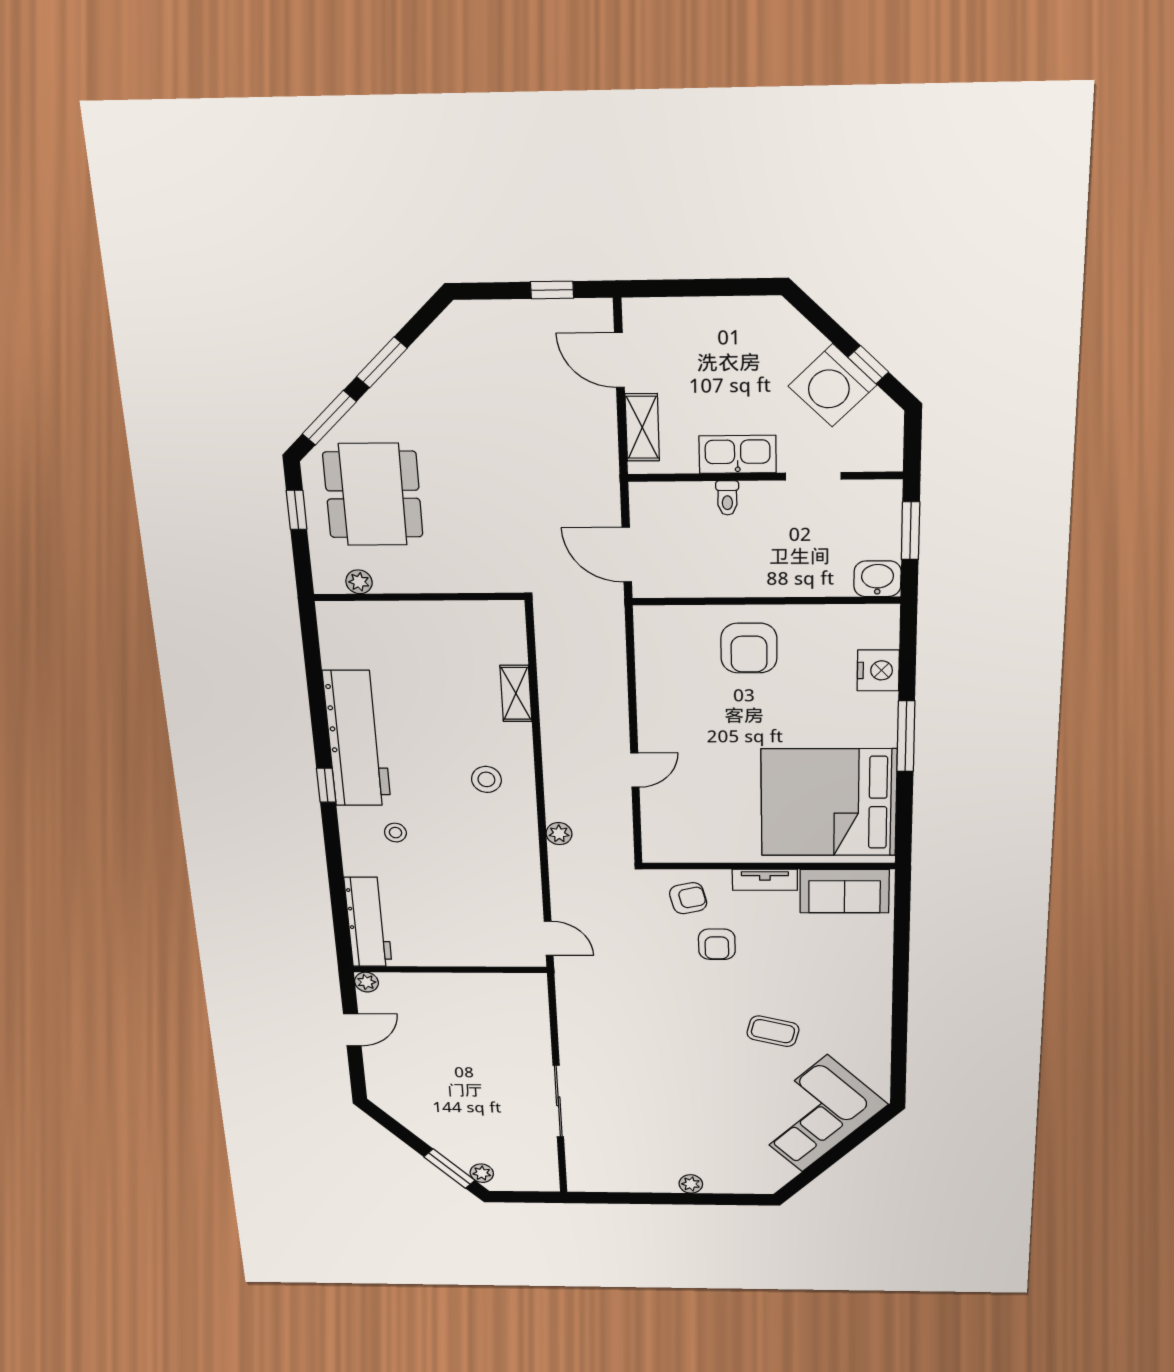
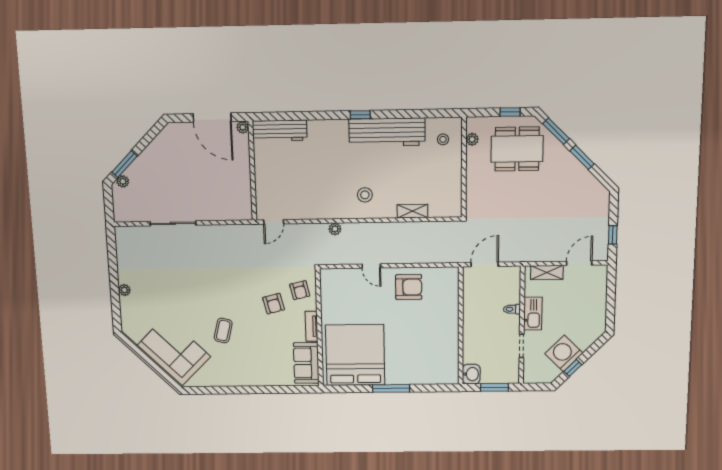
armchair: (749, 648) -> (409, 287), moved, turned 180
nightstand: (878, 670) -> (425, 376), removed
stool: (395, 833) -> (443, 139), moved
armchair: (717, 944) -> (274, 304), turned -104
door: (352, 1030) -> (212, 118), width x1.88

